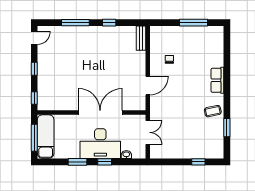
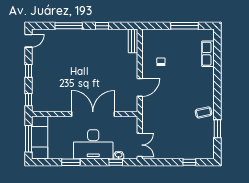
row of seats: (217, 80) -> (208, 54), moved
double door: (148, 132) -> (140, 145), moved
window: (105, 162) -> (116, 162), moved

